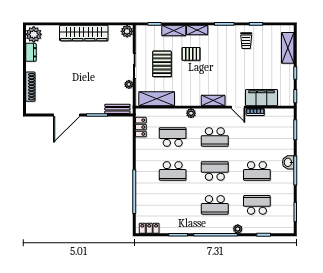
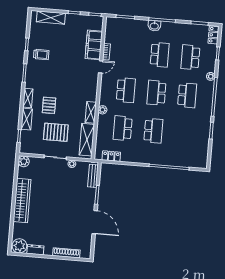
shelving: (213, 101) -> (91, 112), moved
locker: (149, 228) -> (213, 35), moved

